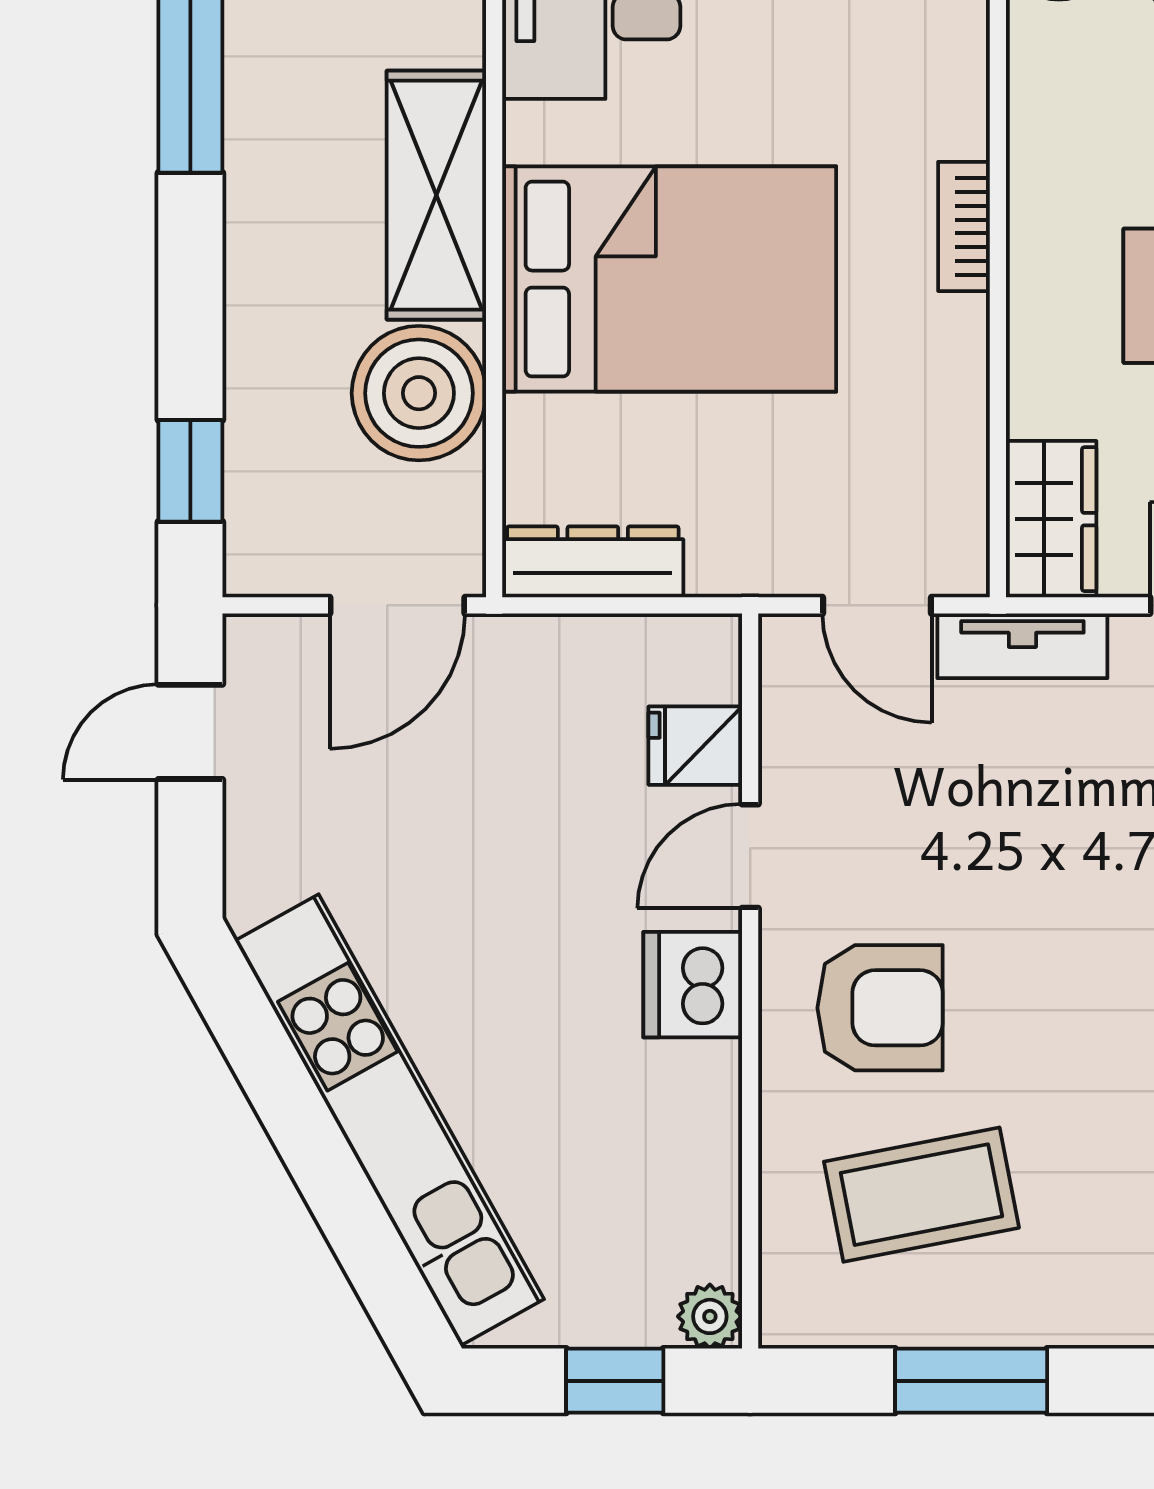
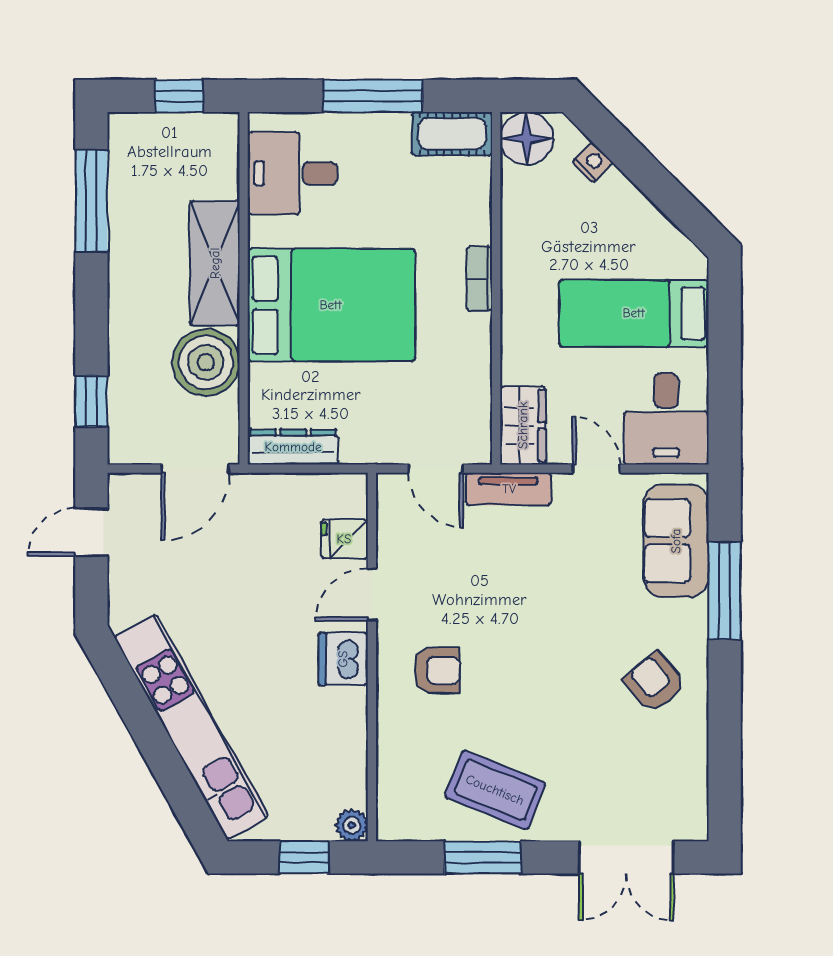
armchair: (880, 1008) -> (437, 670), width x0.72, depth x0.72
coffee table: (921, 1195) -> (495, 790), moved, turned 33

